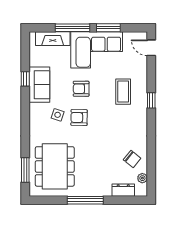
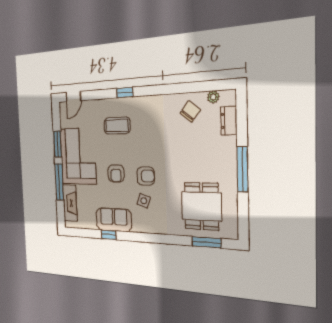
armchair: (79, 118) -> (146, 176), turned -91
dining table: (55, 166) -> (201, 206), width x0.73

